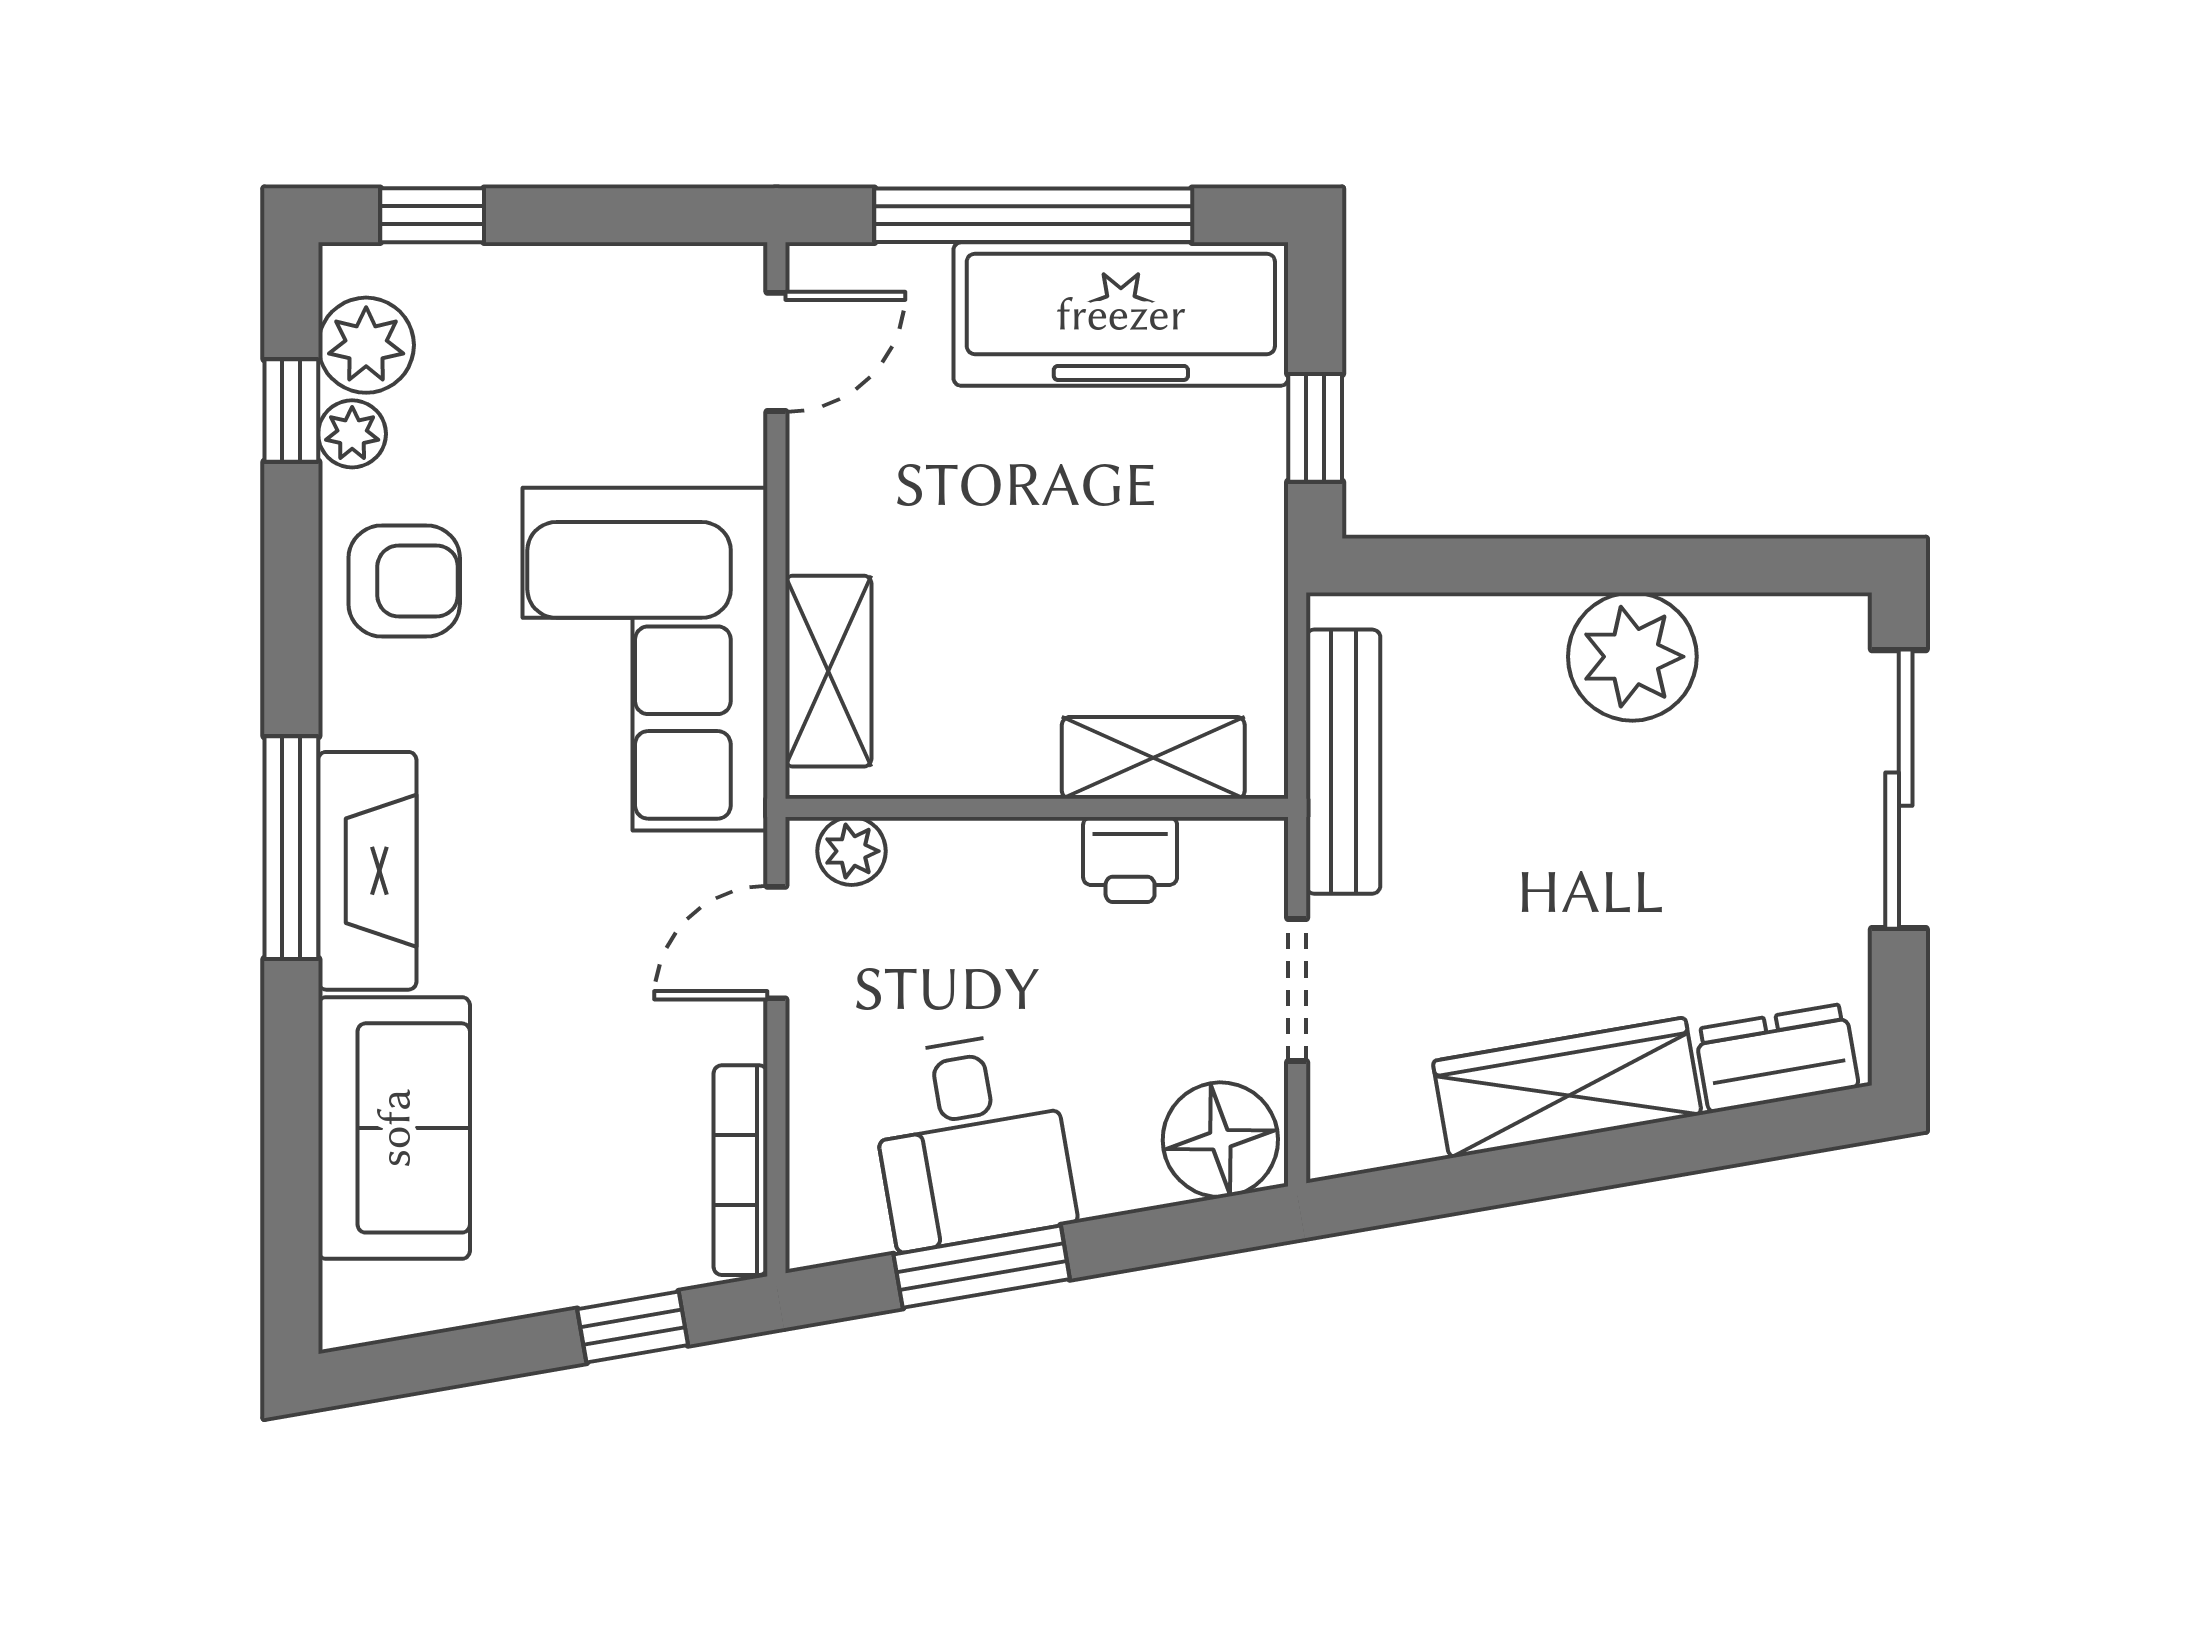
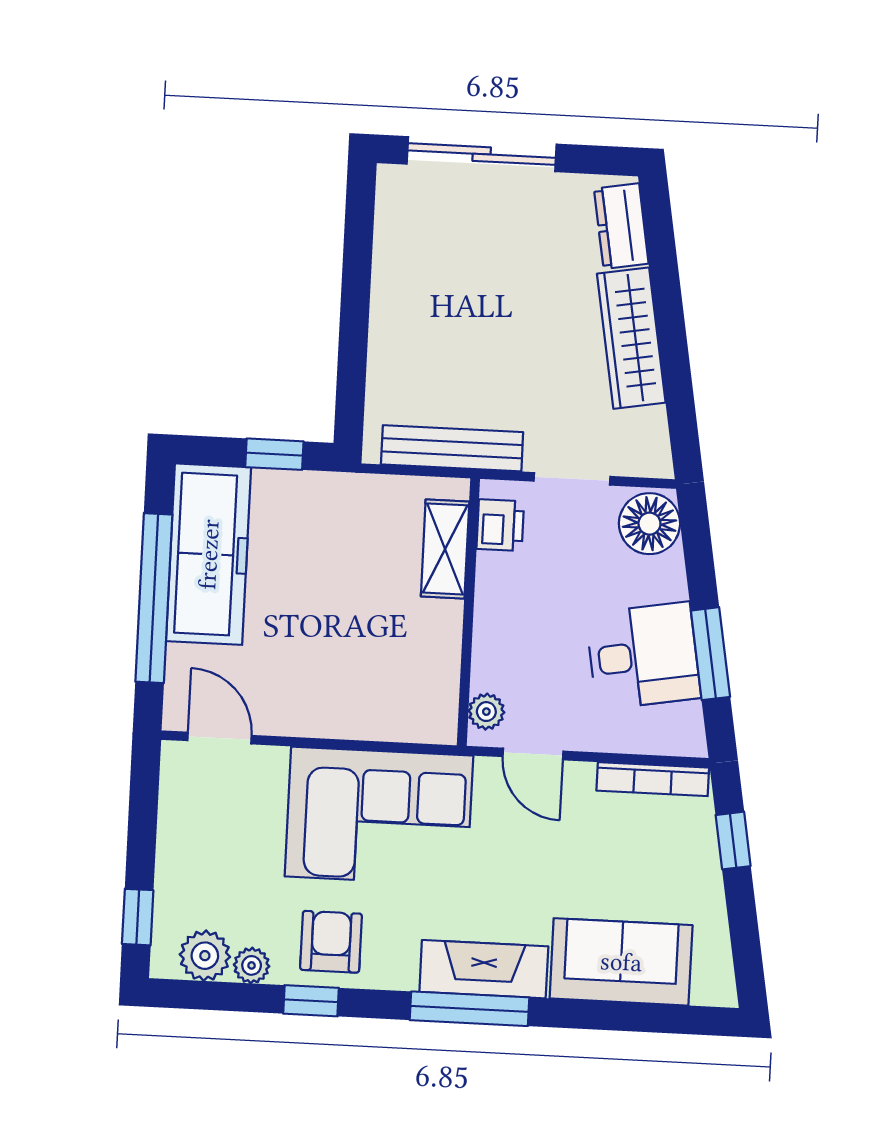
window: (291, 411) -> (311, 1001), moved
plant: (1632, 657) -> (404, 292), removed
shelving: (828, 671) -> (390, 719), removed
printer: (1130, 860) -> (500, 525), moved

